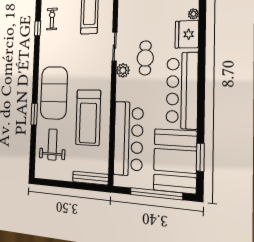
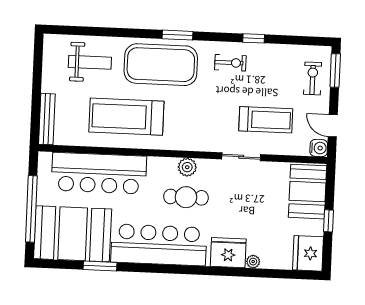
exercise bike: (52, 19) -> (230, 63), moved
sliding door: (114, 47) -> (241, 157), moved
cafe table: (145, 58) -> (186, 197), moved
window: (34, 114) -> (177, 35), moved
window: (200, 157) -> (100, 266), moved

